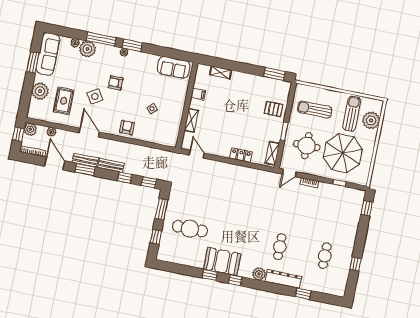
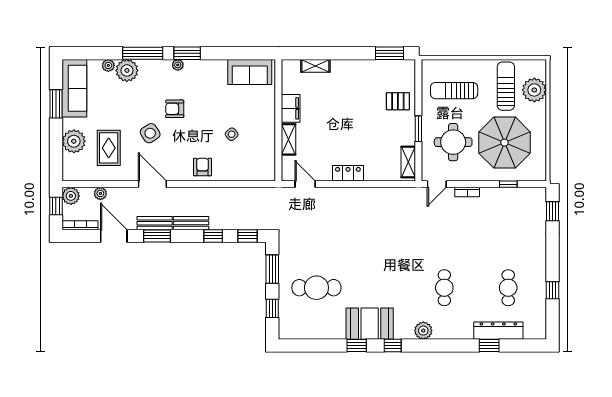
filing cabinet: (198, 94) -> (291, 108), width x2.00
locker: (241, 155) -> (348, 173), moved
dresser: (283, 279) -> (498, 331), moved

